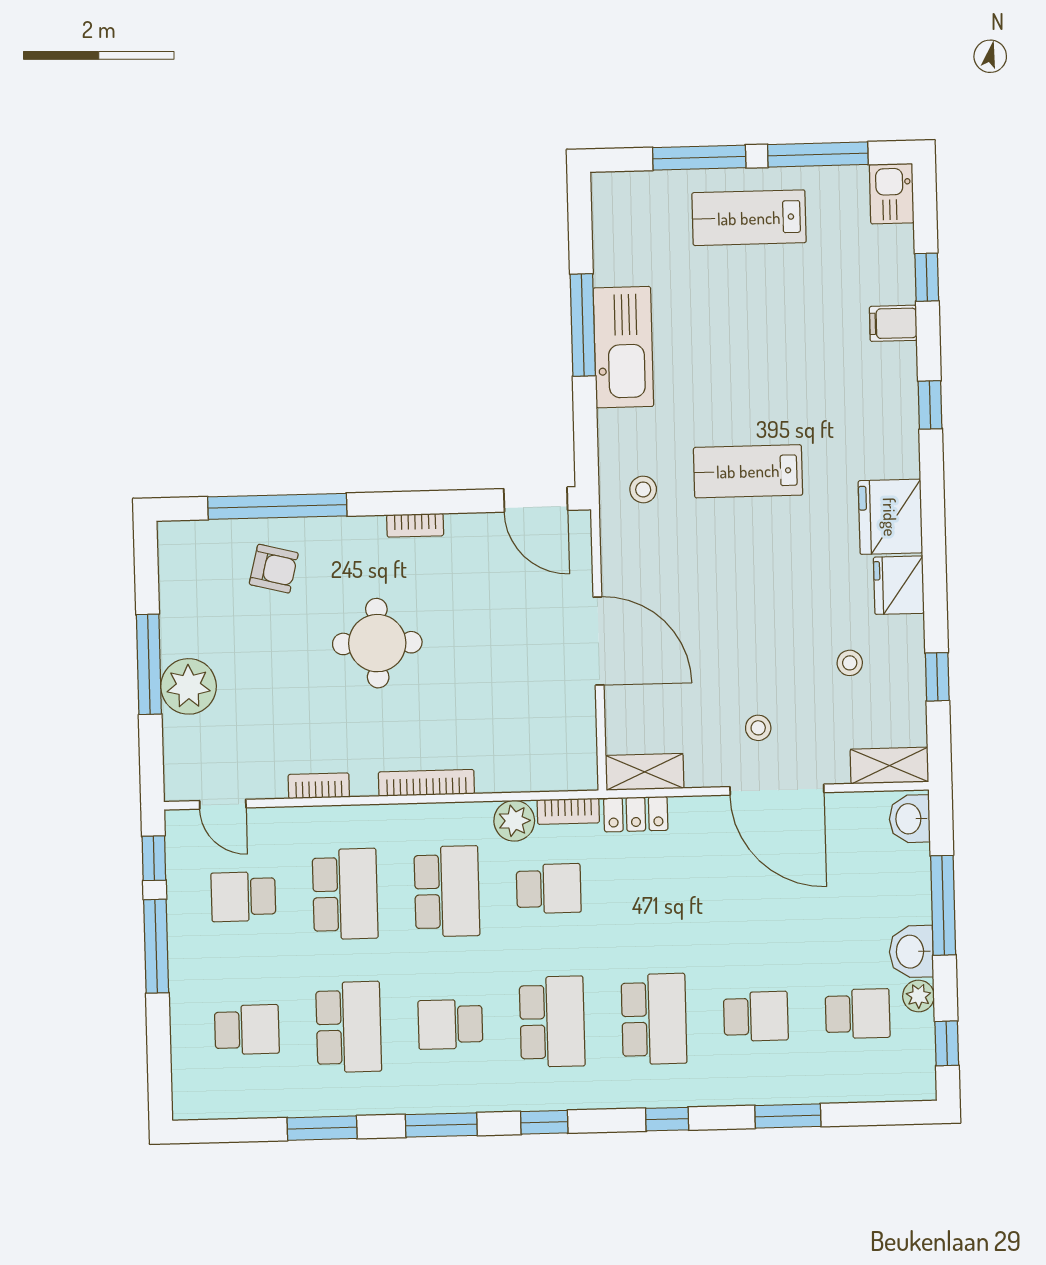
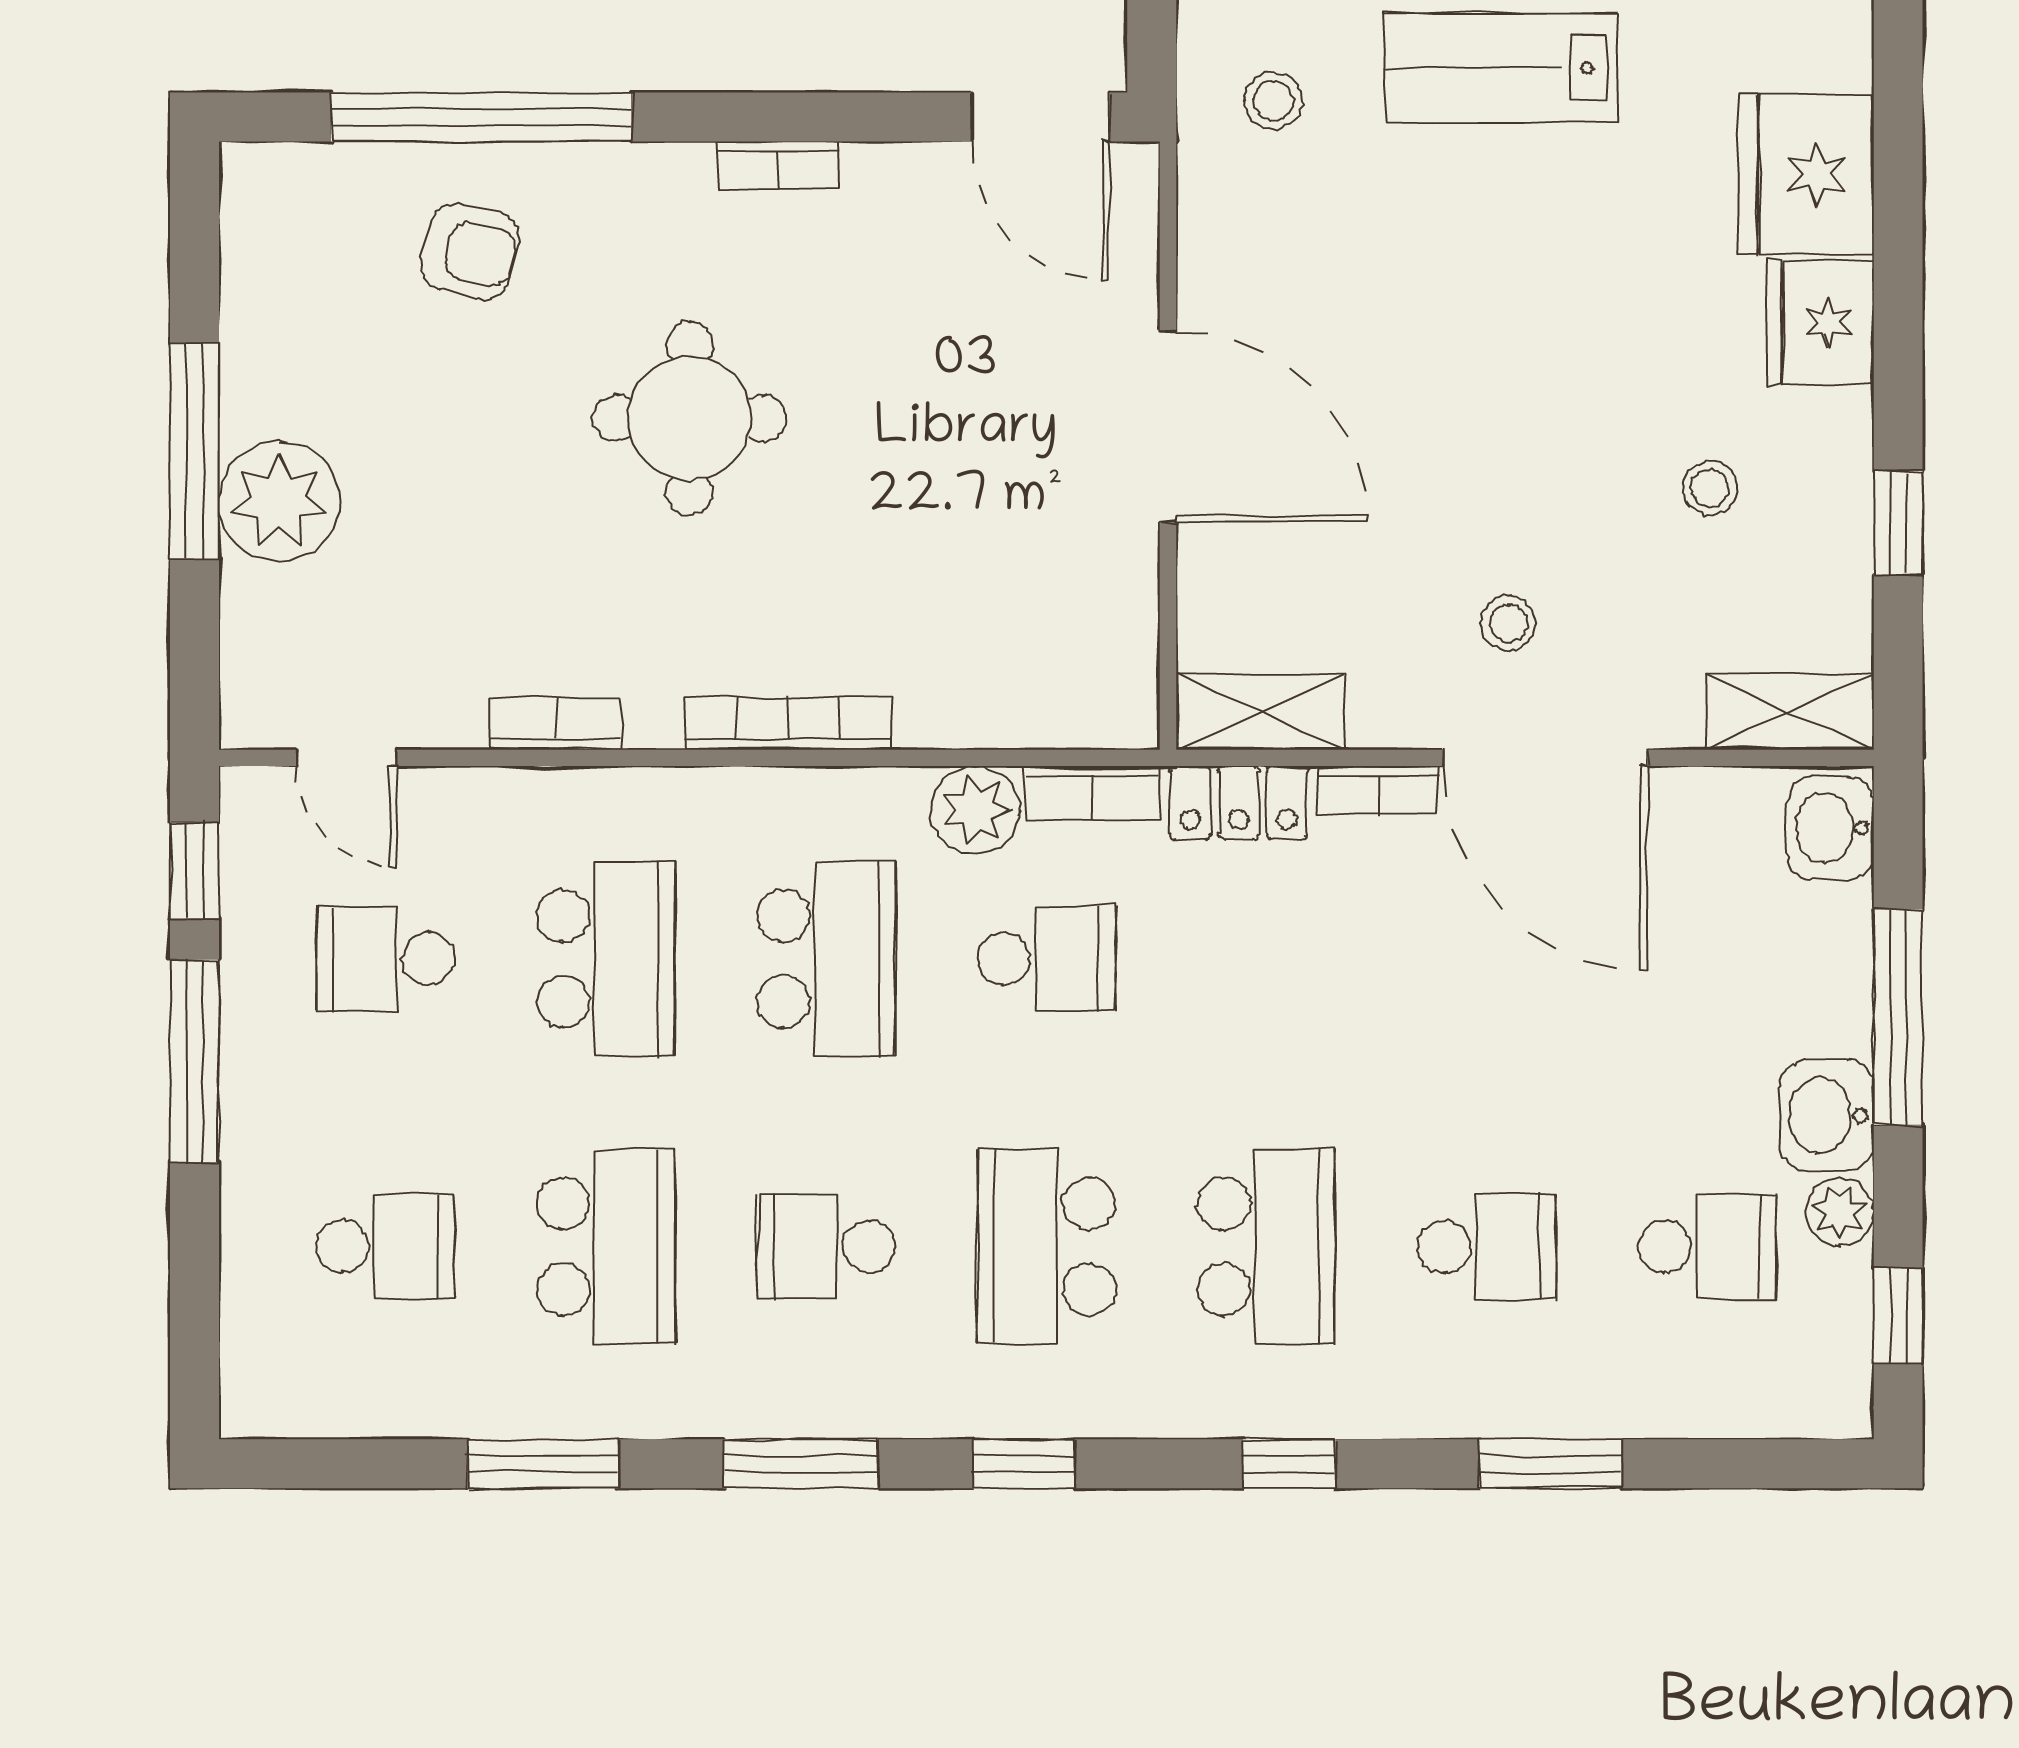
bookcase: (700, 807) -> (1378, 790), added
school desk: (552, 1022) -> (1046, 1247), turned 180

